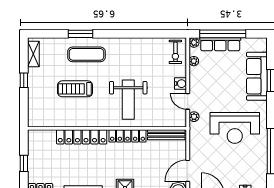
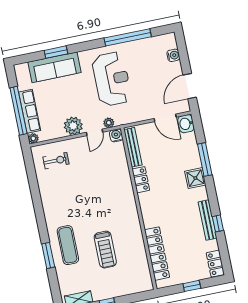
exercise bike: (175, 52) -> (56, 161), moved
plant: (194, 61) -> (73, 126), moved, width x1.88, depth x1.88
water cooler: (181, 84) -> (116, 135), moved
weight bench: (128, 100) -> (105, 193), removed
locker: (127, 136) -> (141, 180), width x0.66
locker: (82, 137) -> (157, 254), moved

